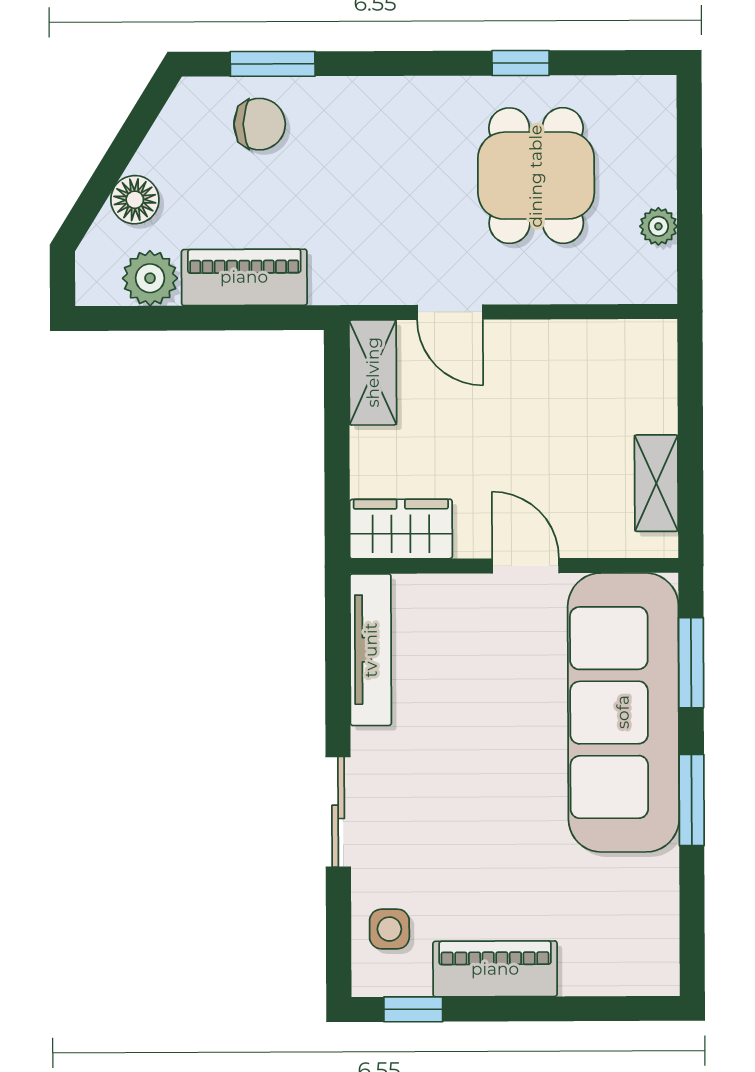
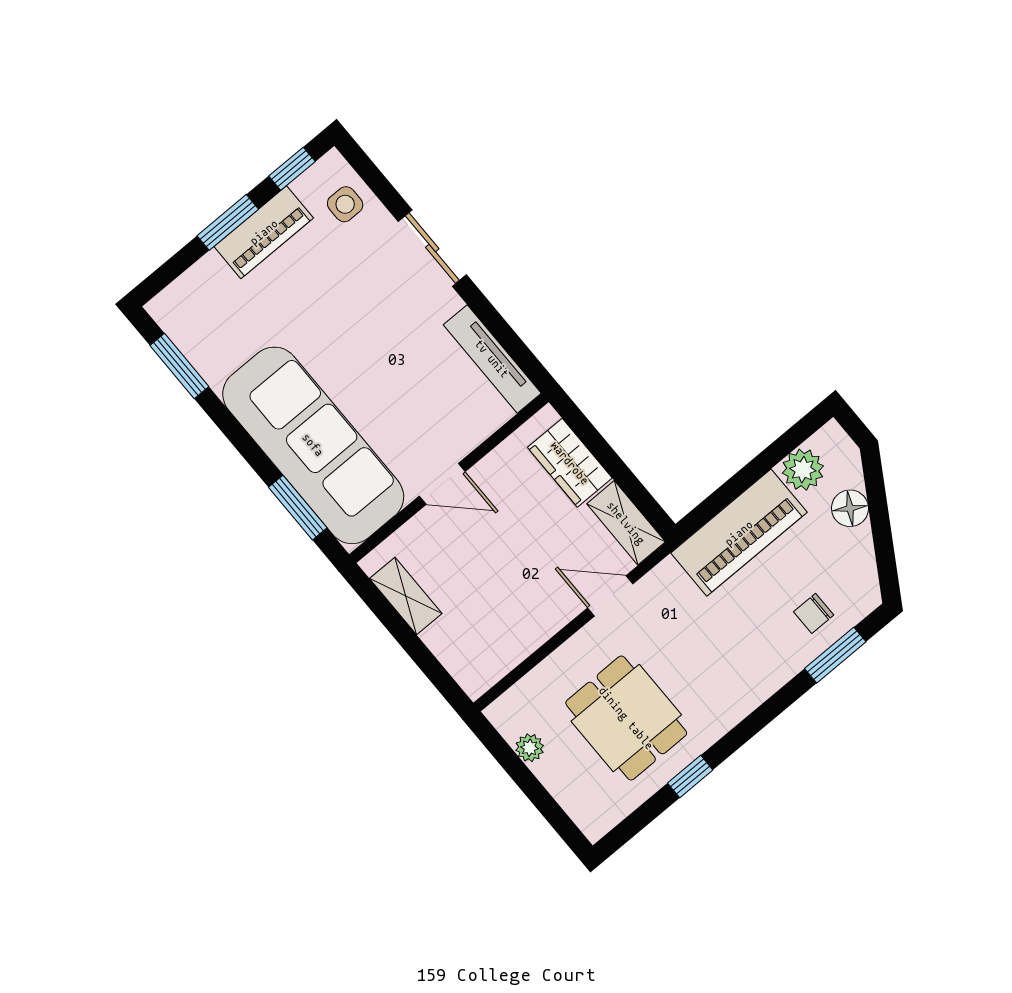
chair: (260, 124) -> (814, 613), width x0.73, depth x0.73
piano: (244, 277) -> (739, 533), width x1.37, depth x1.33
wardrobe: (401, 529) -> (570, 463), moved, turned 90
window: (692, 800) -> (179, 366), moved
window: (523, 1009) -> (228, 222), added

